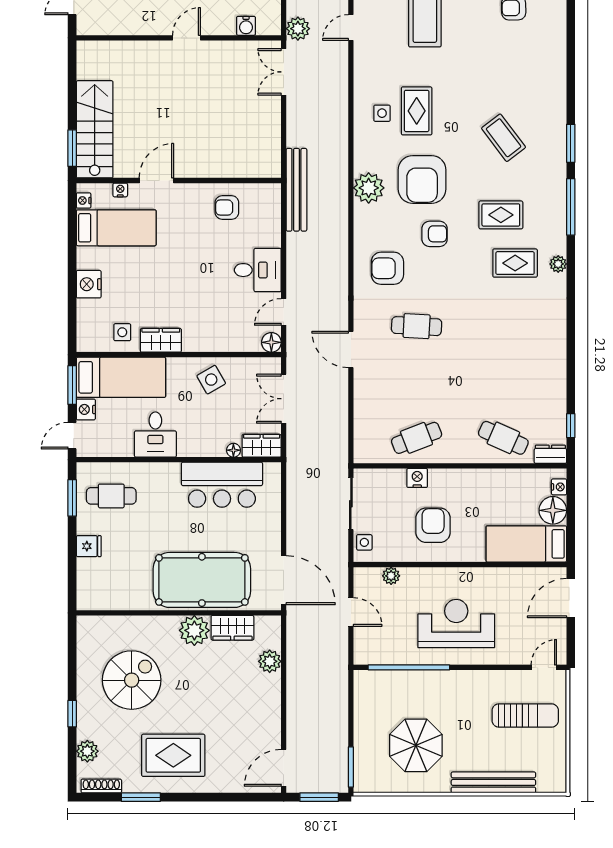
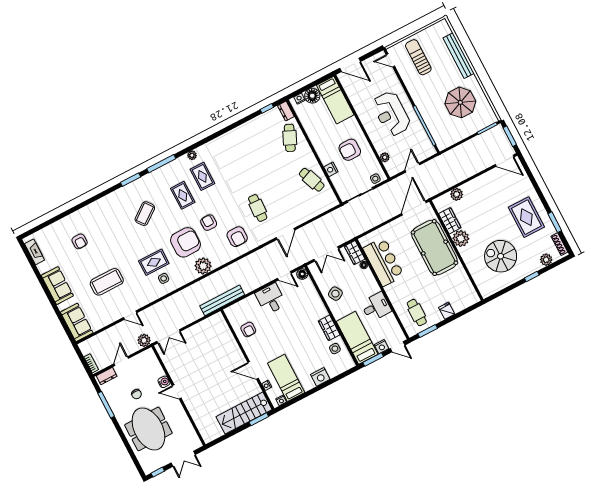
water cooler: (246, 26) -> (164, 382), moved

